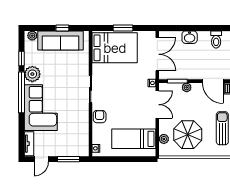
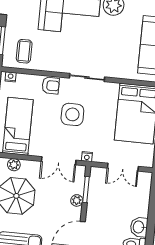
washbasin: (190, 37) -> (139, 227), moved
double door: (157, 54) -> (123, 167), width x0.73
side table: (120, 97) -> (72, 114), added
coffee table: (75, 140) -> (24, 51), added

